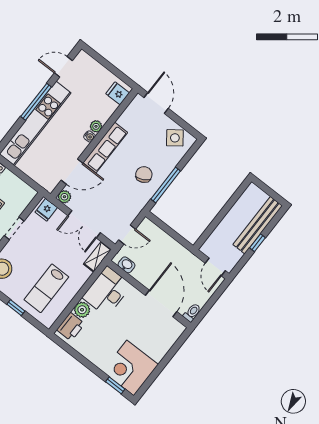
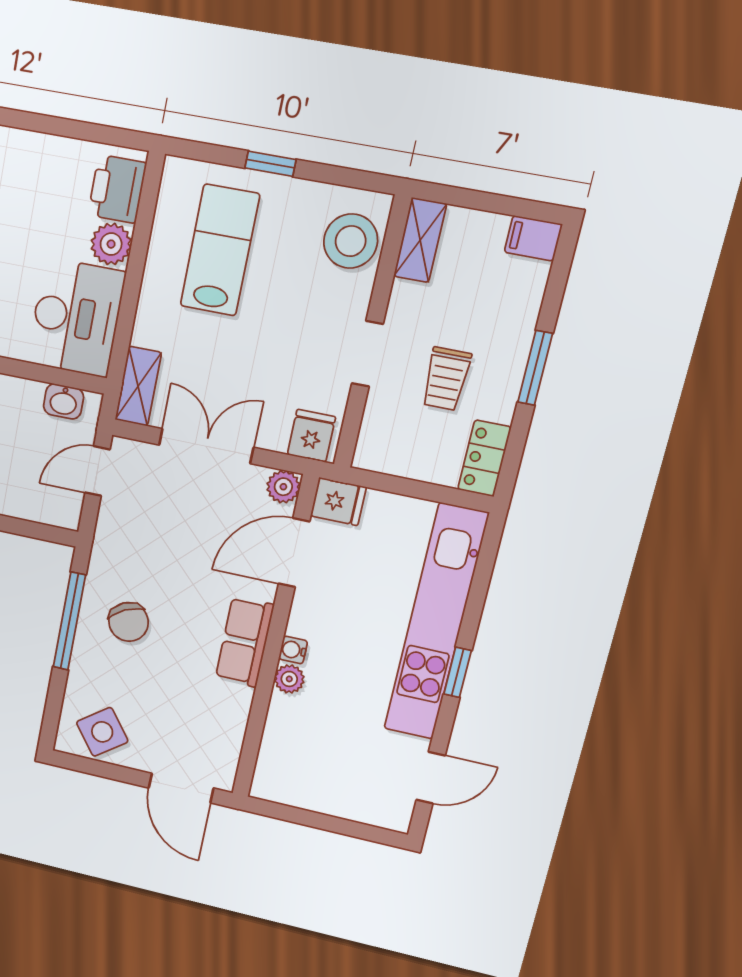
fridge: (118, 93) -> (338, 502), moved
window: (36, 102) -> (458, 672), width x0.46
row of seats: (105, 148) -> (245, 642), width x0.68

